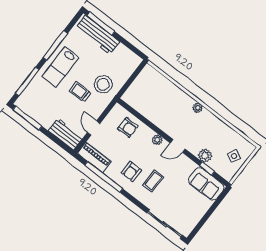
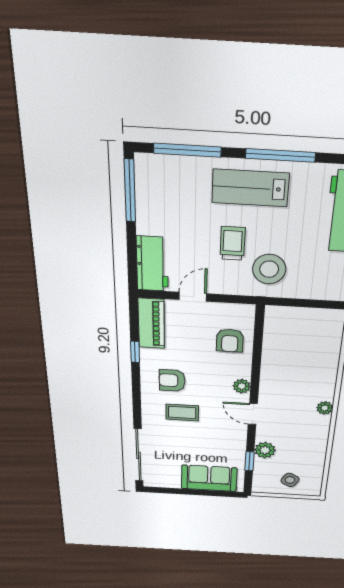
window: (104, 177) -> (135, 352), width x0.32
sofa: (206, 184) -> (209, 478), moved, turned 90

